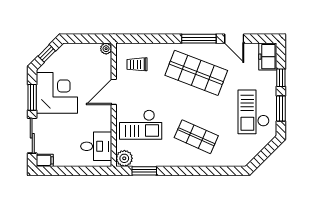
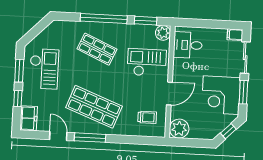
plant: (106, 49) -> (179, 129), width x1.87, depth x1.87
window: (190, 171) -> (104, 19), added

